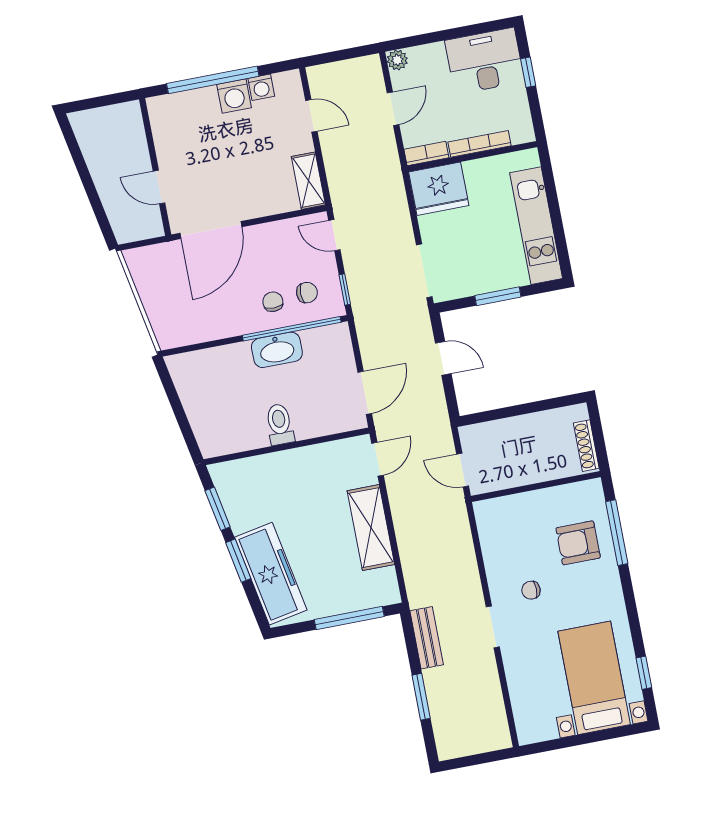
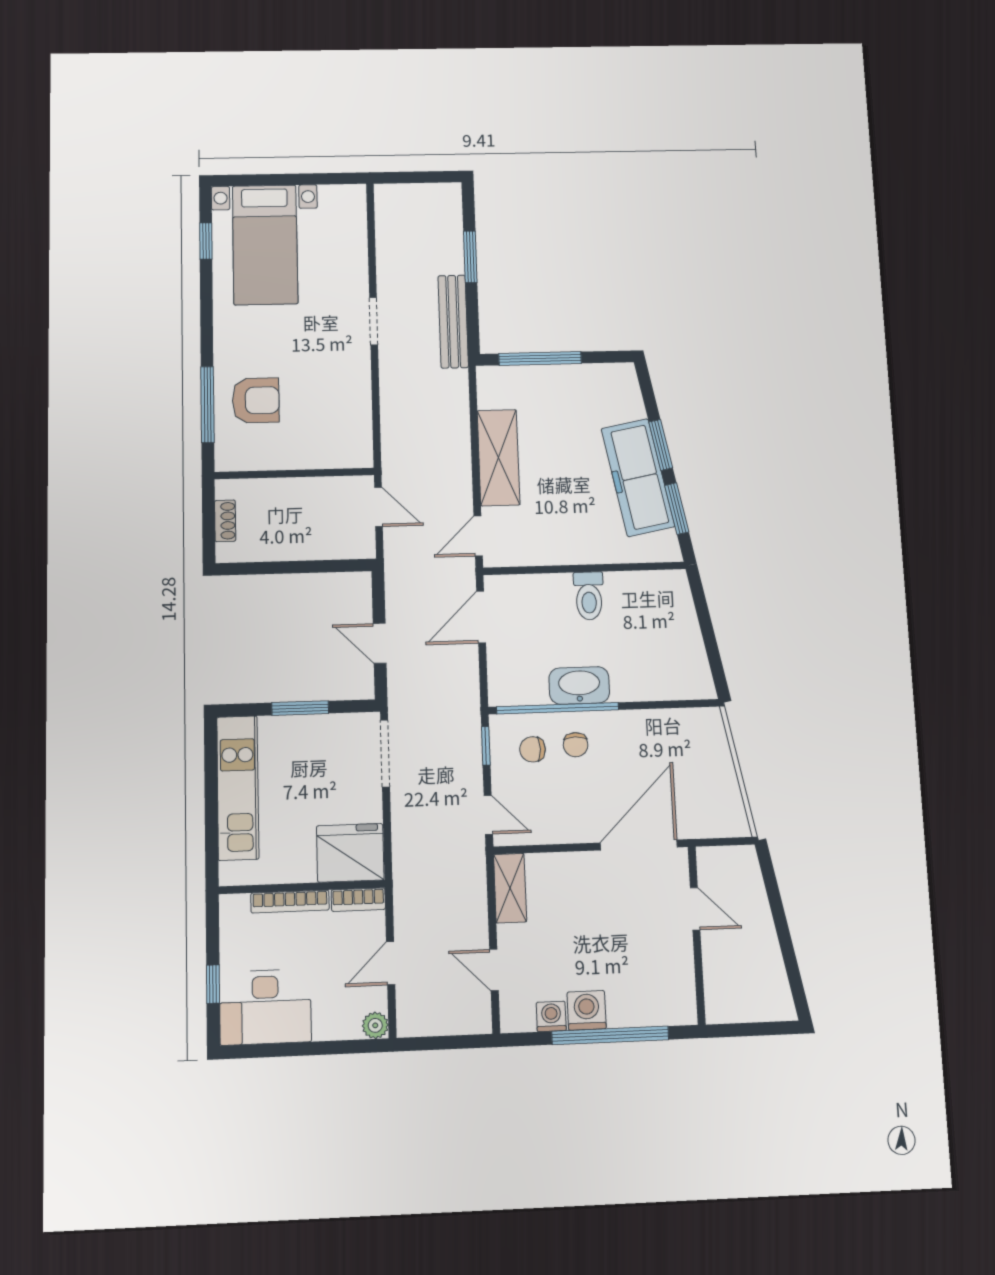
shoe rack: (586, 446) -> (225, 521), width x0.70
freezer: (271, 574) -> (638, 477), moved
chair: (531, 590) -> (321, 355), removed
bench: (427, 638) -> (453, 321), width x1.36

